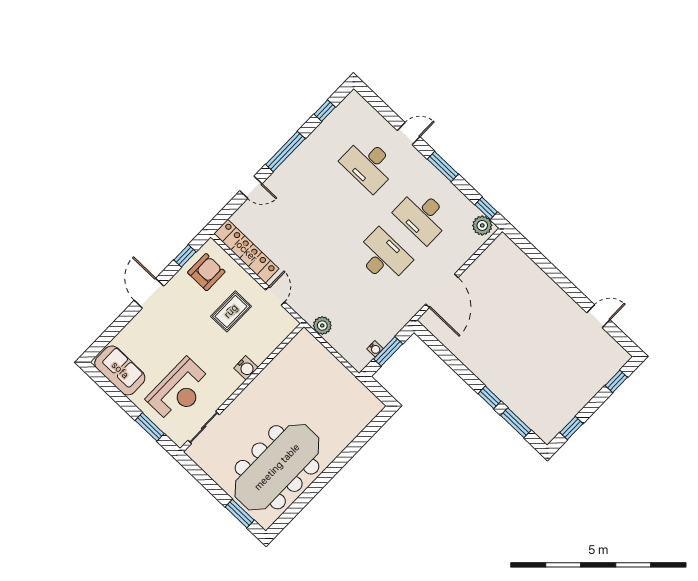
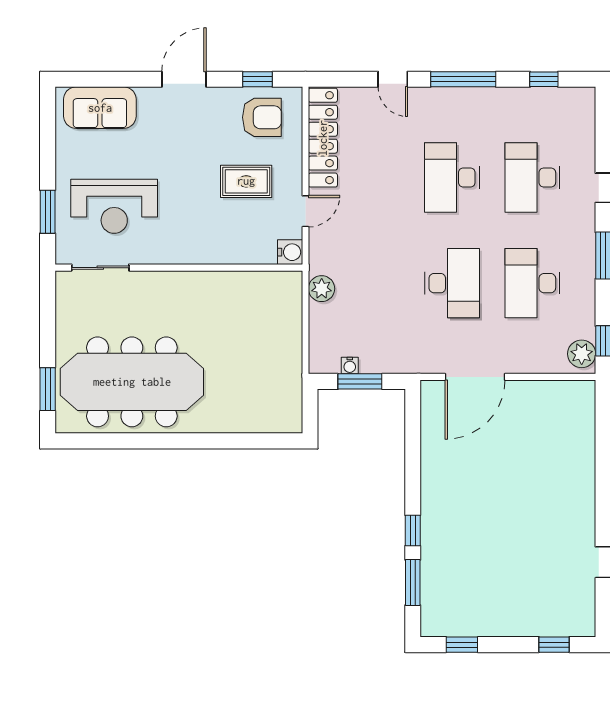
desk: (330, 205) -> (452, 177), added
water cooler: (246, 368) -> (290, 252), moved, turned -90
sofa: (120, 370) -> (100, 108), moved, turned 90

